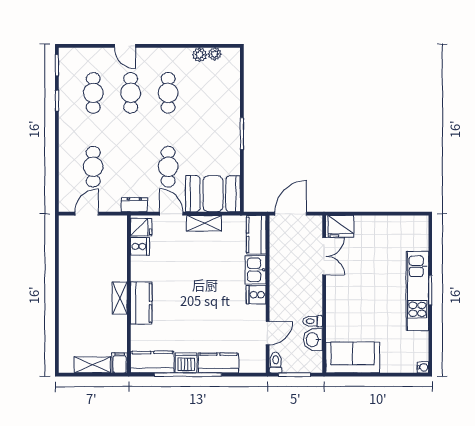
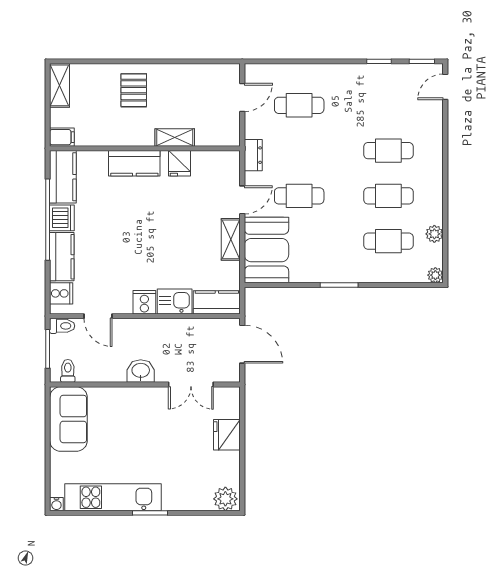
door: (125, 46) -> (445, 87), moved
plant: (215, 54) -> (435, 275), moved
cafe table: (93, 93) -> (388, 241), moved
door: (87, 214) -> (242, 97), hinge flipped
fridge: (341, 226) -> (227, 435), moved
fridge: (141, 227) -> (180, 163), moved
plant: (419, 228) -> (225, 499), added
cooker: (140, 246) -> (61, 293), moved, turned -90
kitchen unit: (417, 291) -> (113, 497), moved
shelving: (120, 298) -> (175, 137), moved
pallet: (81, 303) -> (134, 90), added
toilet: (313, 321) -> (68, 371), moved
washbasin: (313, 340) -> (141, 371), moved
shelving: (92, 365) -> (60, 85), moved

